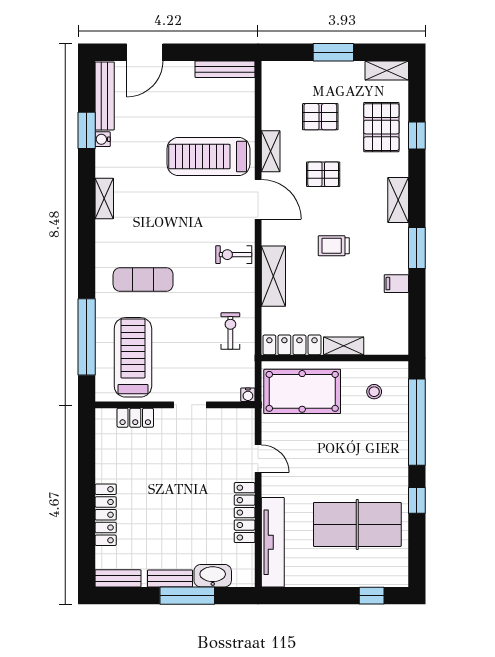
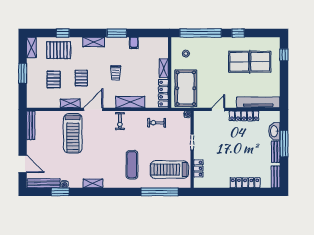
table tennis table: (357, 524) -> (250, 62), turned 90

